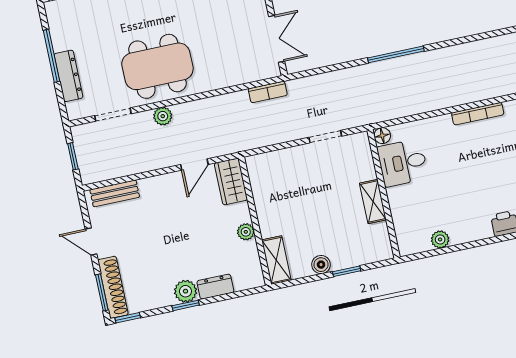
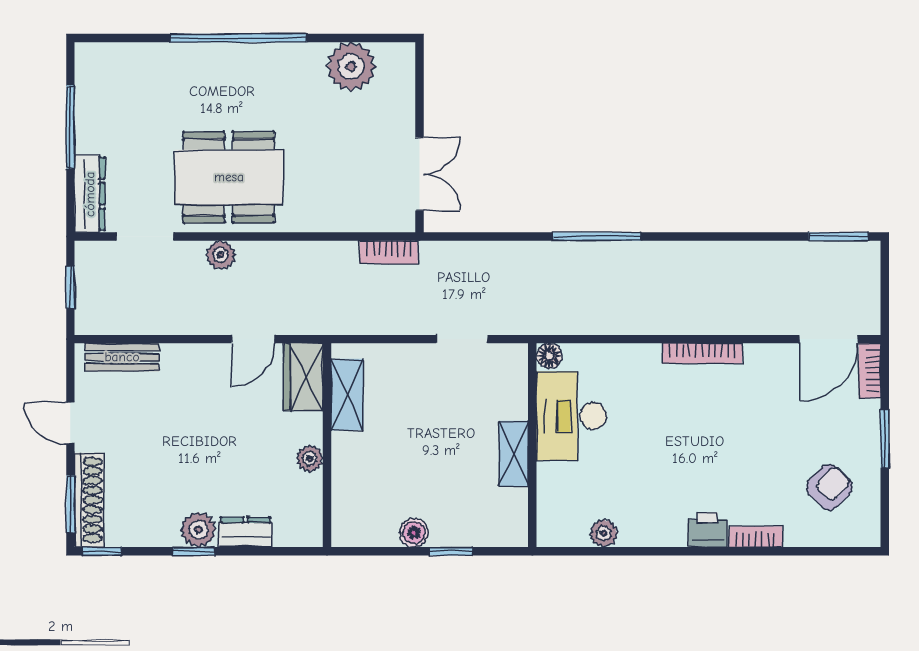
dresser: (68, 76) -> (90, 194), moved
desk: (403, 163) -> (572, 416), width x1.37
shelving: (276, 260) -> (347, 395), moved

